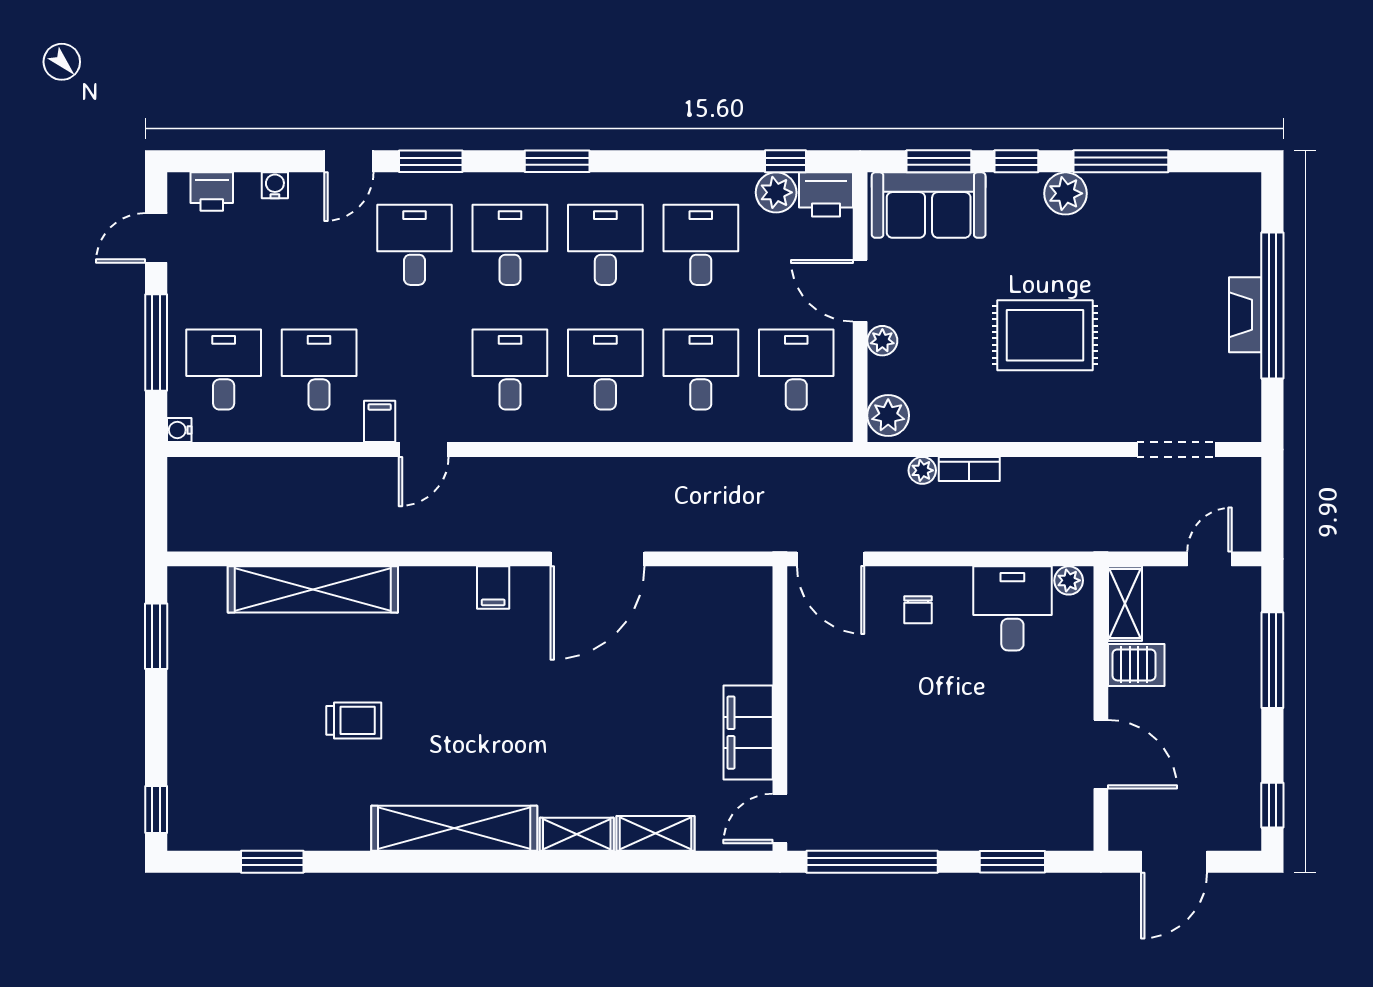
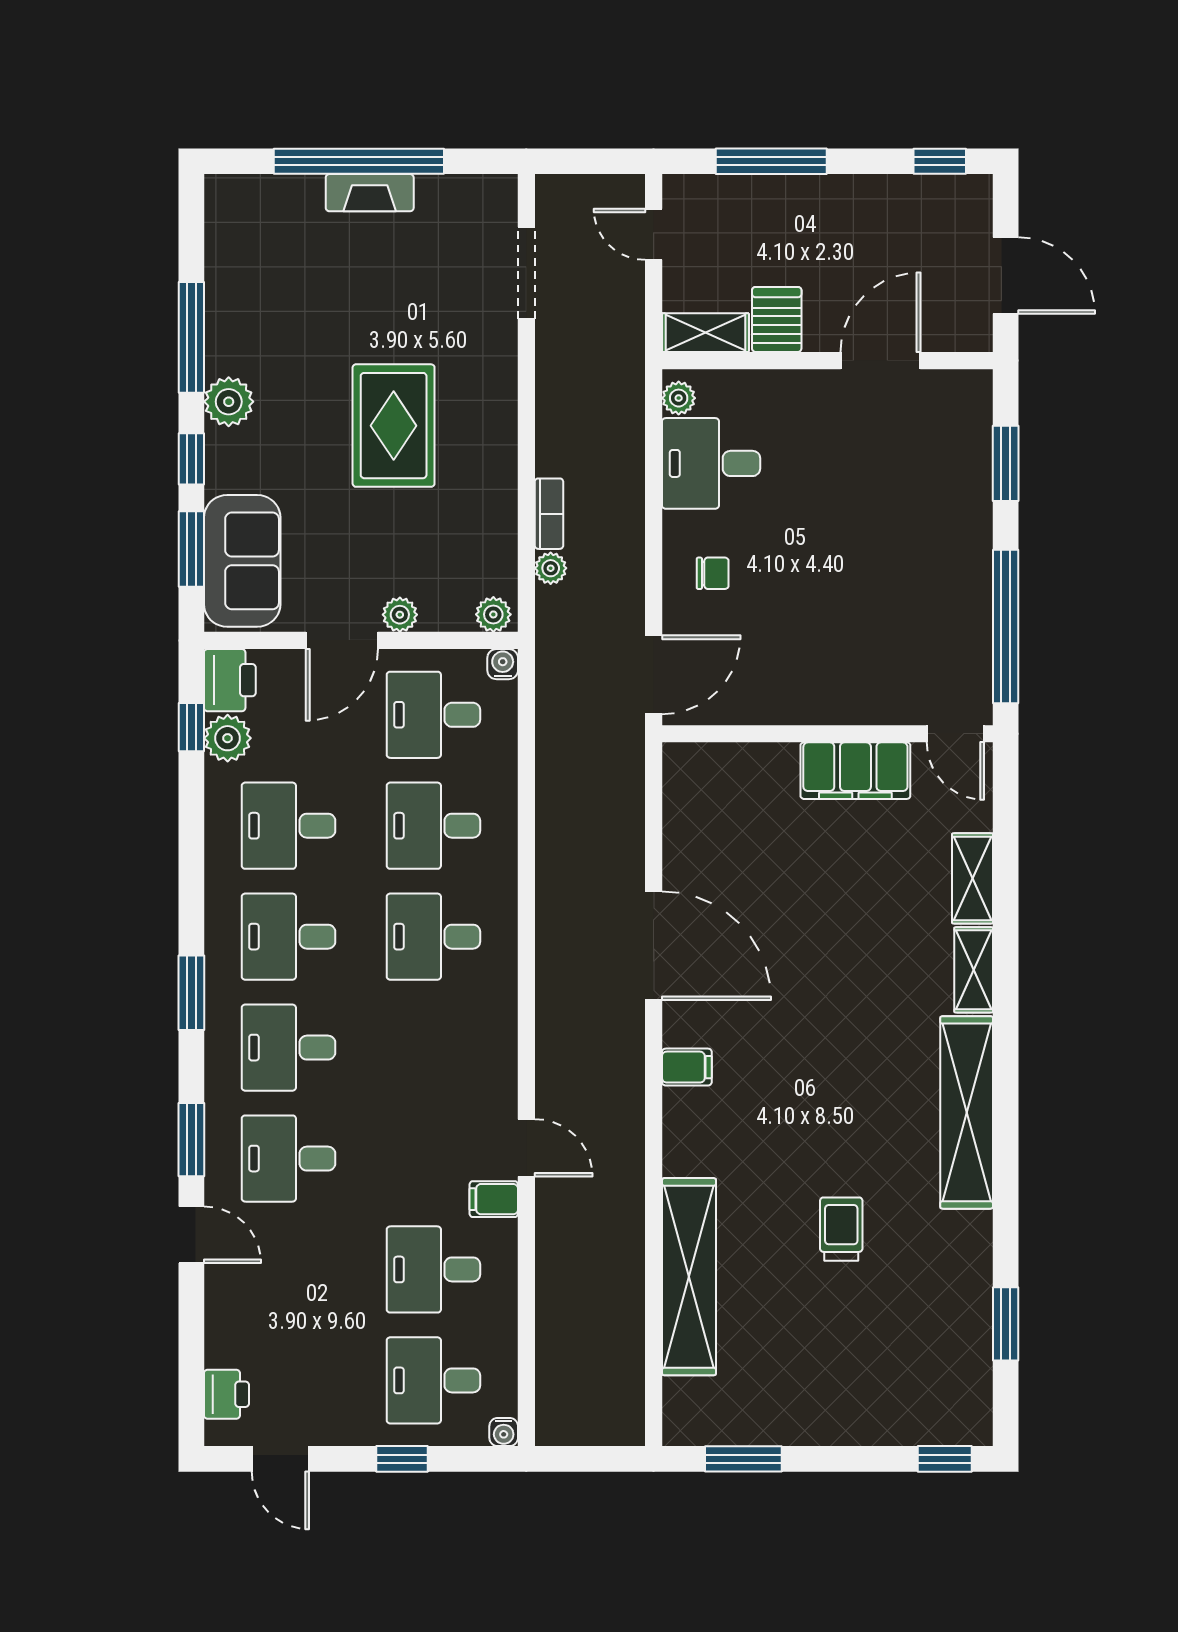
water cooler: (275, 185) -> (503, 664), moved, turned 90
window: (156, 342) -> (402, 1459), width x0.46
desk: (510, 370) -> (433, 1048), removed
plant: (888, 415) -> (493, 614), width x0.73, depth x0.73

